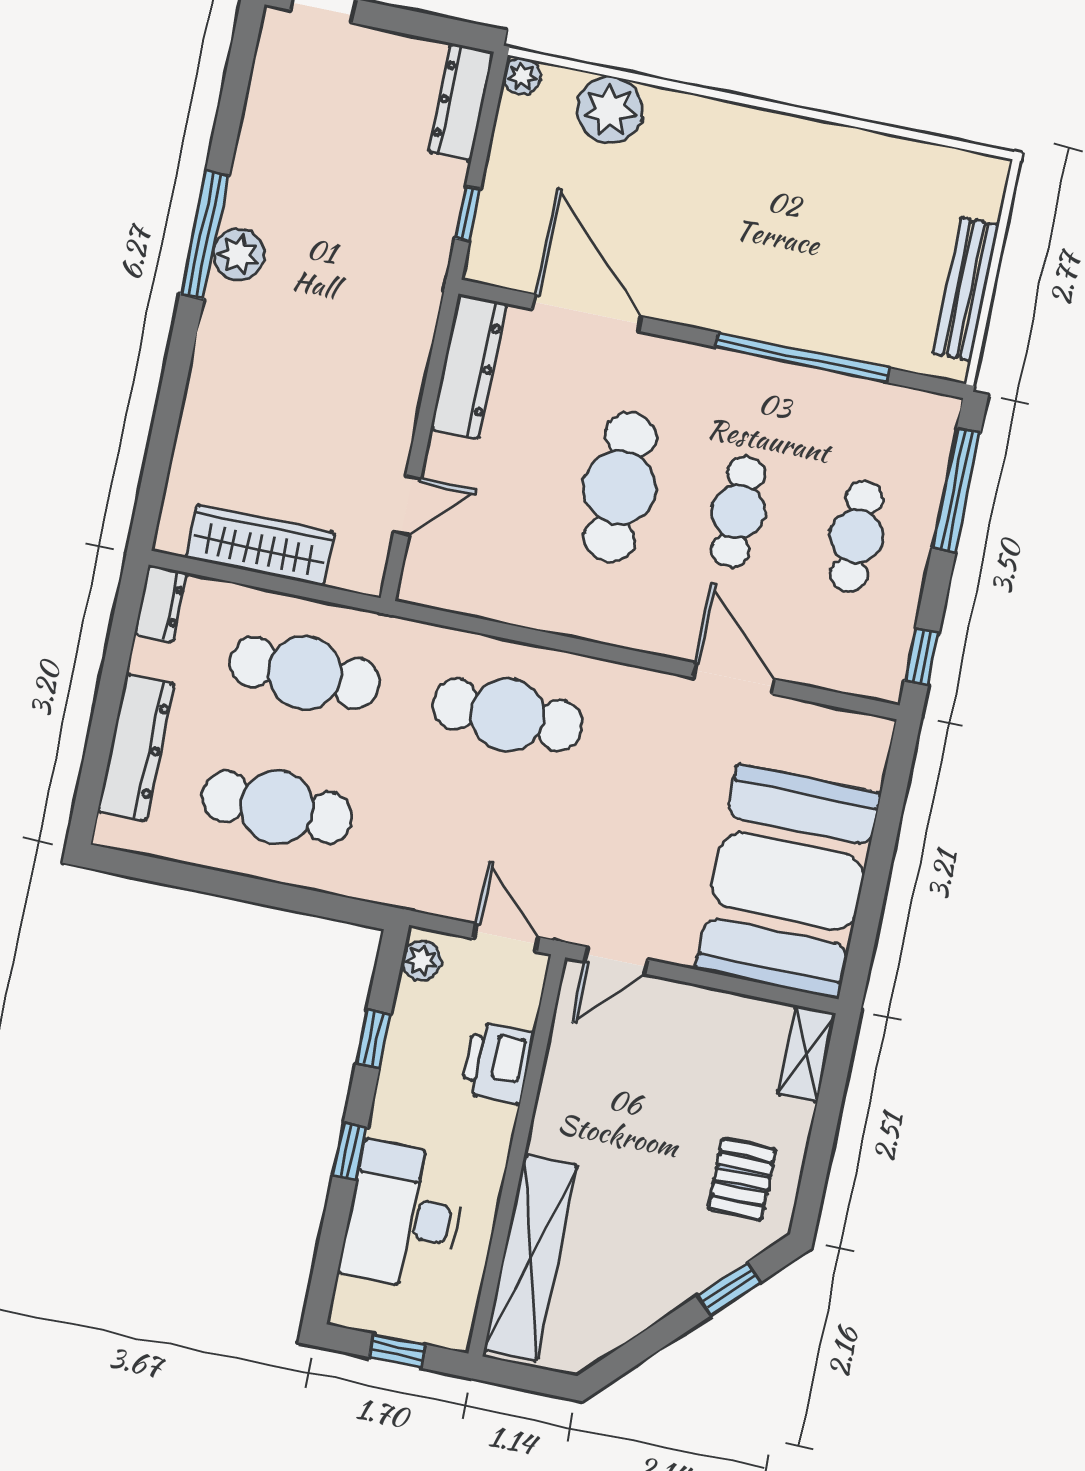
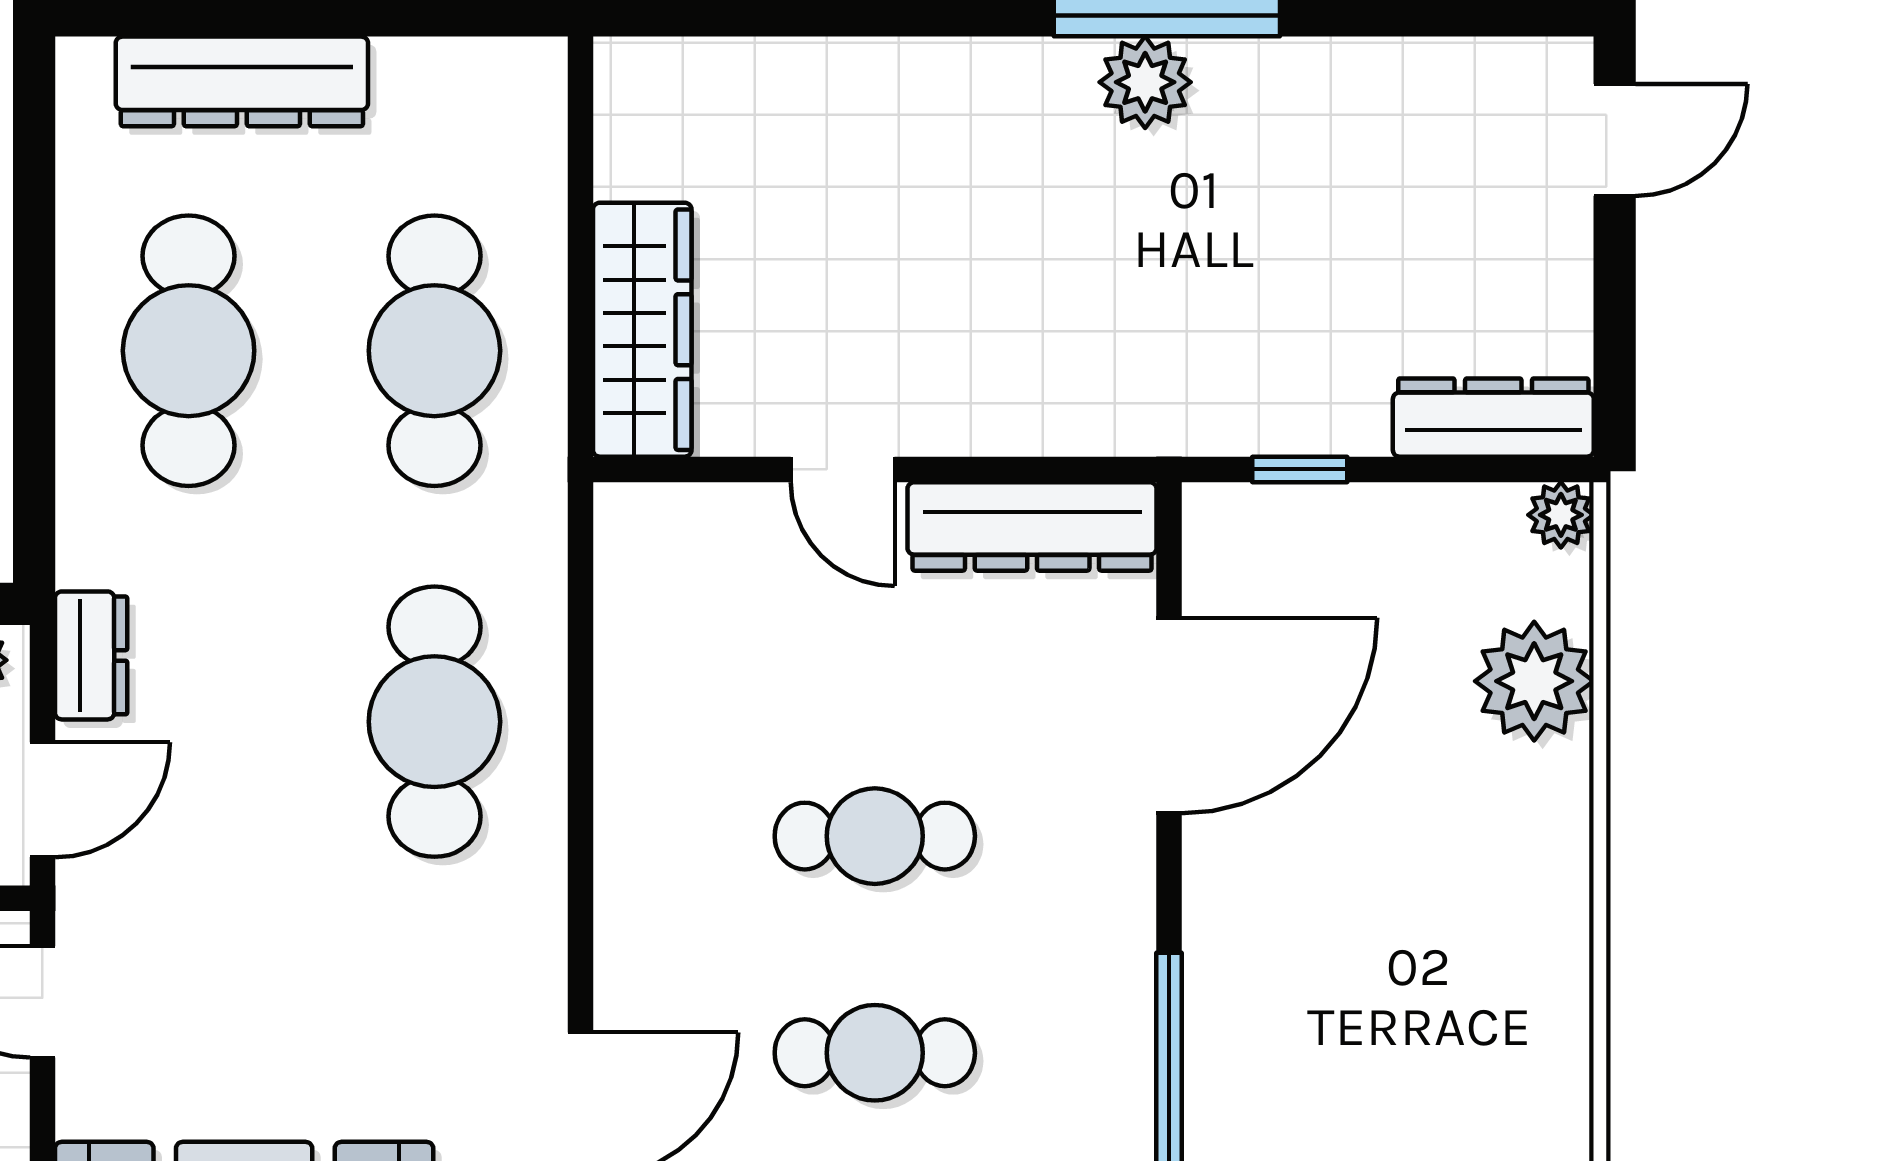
cafe table: (620, 487) -> (875, 836), width x0.73, depth x0.74
door: (407, 505) -> (843, 469), moved
wardrobe: (260, 545) -> (642, 330), moved
dresser: (161, 603) -> (91, 655), moved, turned -90

